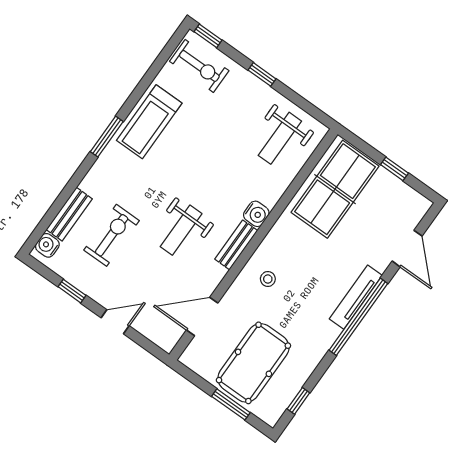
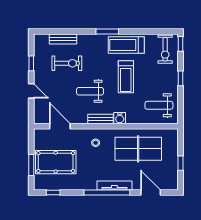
treadmill: (198, 158) -> (126, 77), added
table tennis table: (335, 189) -> (138, 149), moved
water cooler: (47, 245) -> (43, 39), removed
door: (407, 249) -> (151, 193), swing flipped

